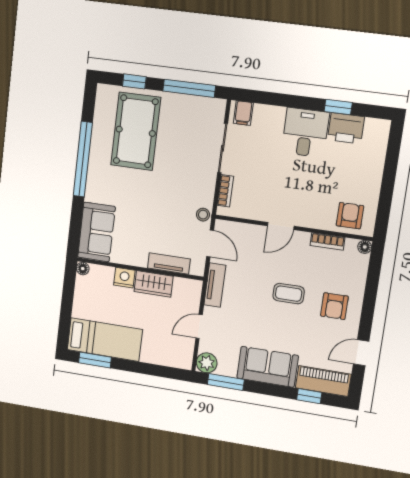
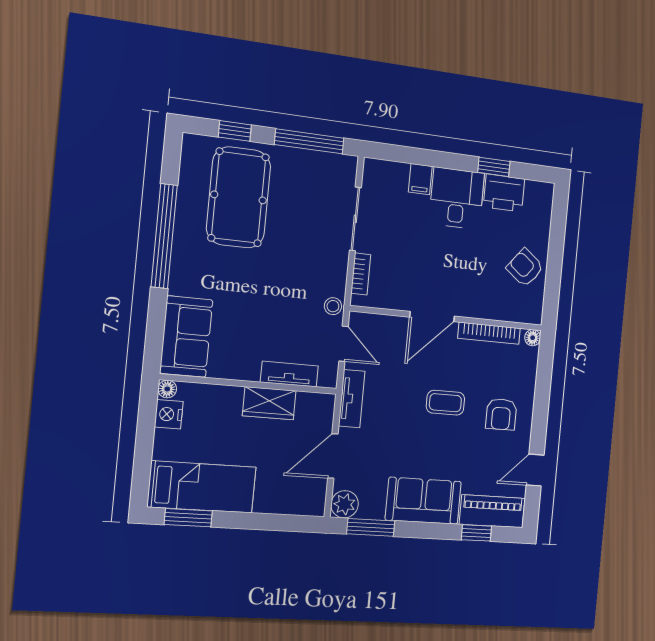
filing cabinet: (243, 113) -> (420, 179), moved
armchair: (350, 216) -> (525, 268), moved, turned -52
door: (281, 226) -> (432, 317), width x1.38
bookcase: (327, 241) -> (489, 333), width x1.56
nightstand: (124, 278) -> (169, 414), moved, turned -90
door: (199, 327) -> (333, 456), width x1.38

